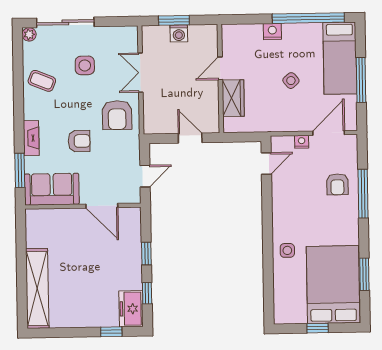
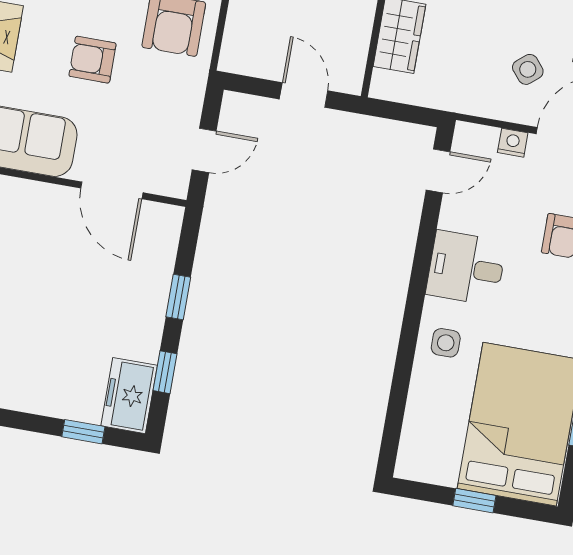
side table: (291, 81) -> (528, 69), moved
armchair: (79, 141) -> (92, 60), turned 180
desk: (290, 210) -> (466, 268), added

